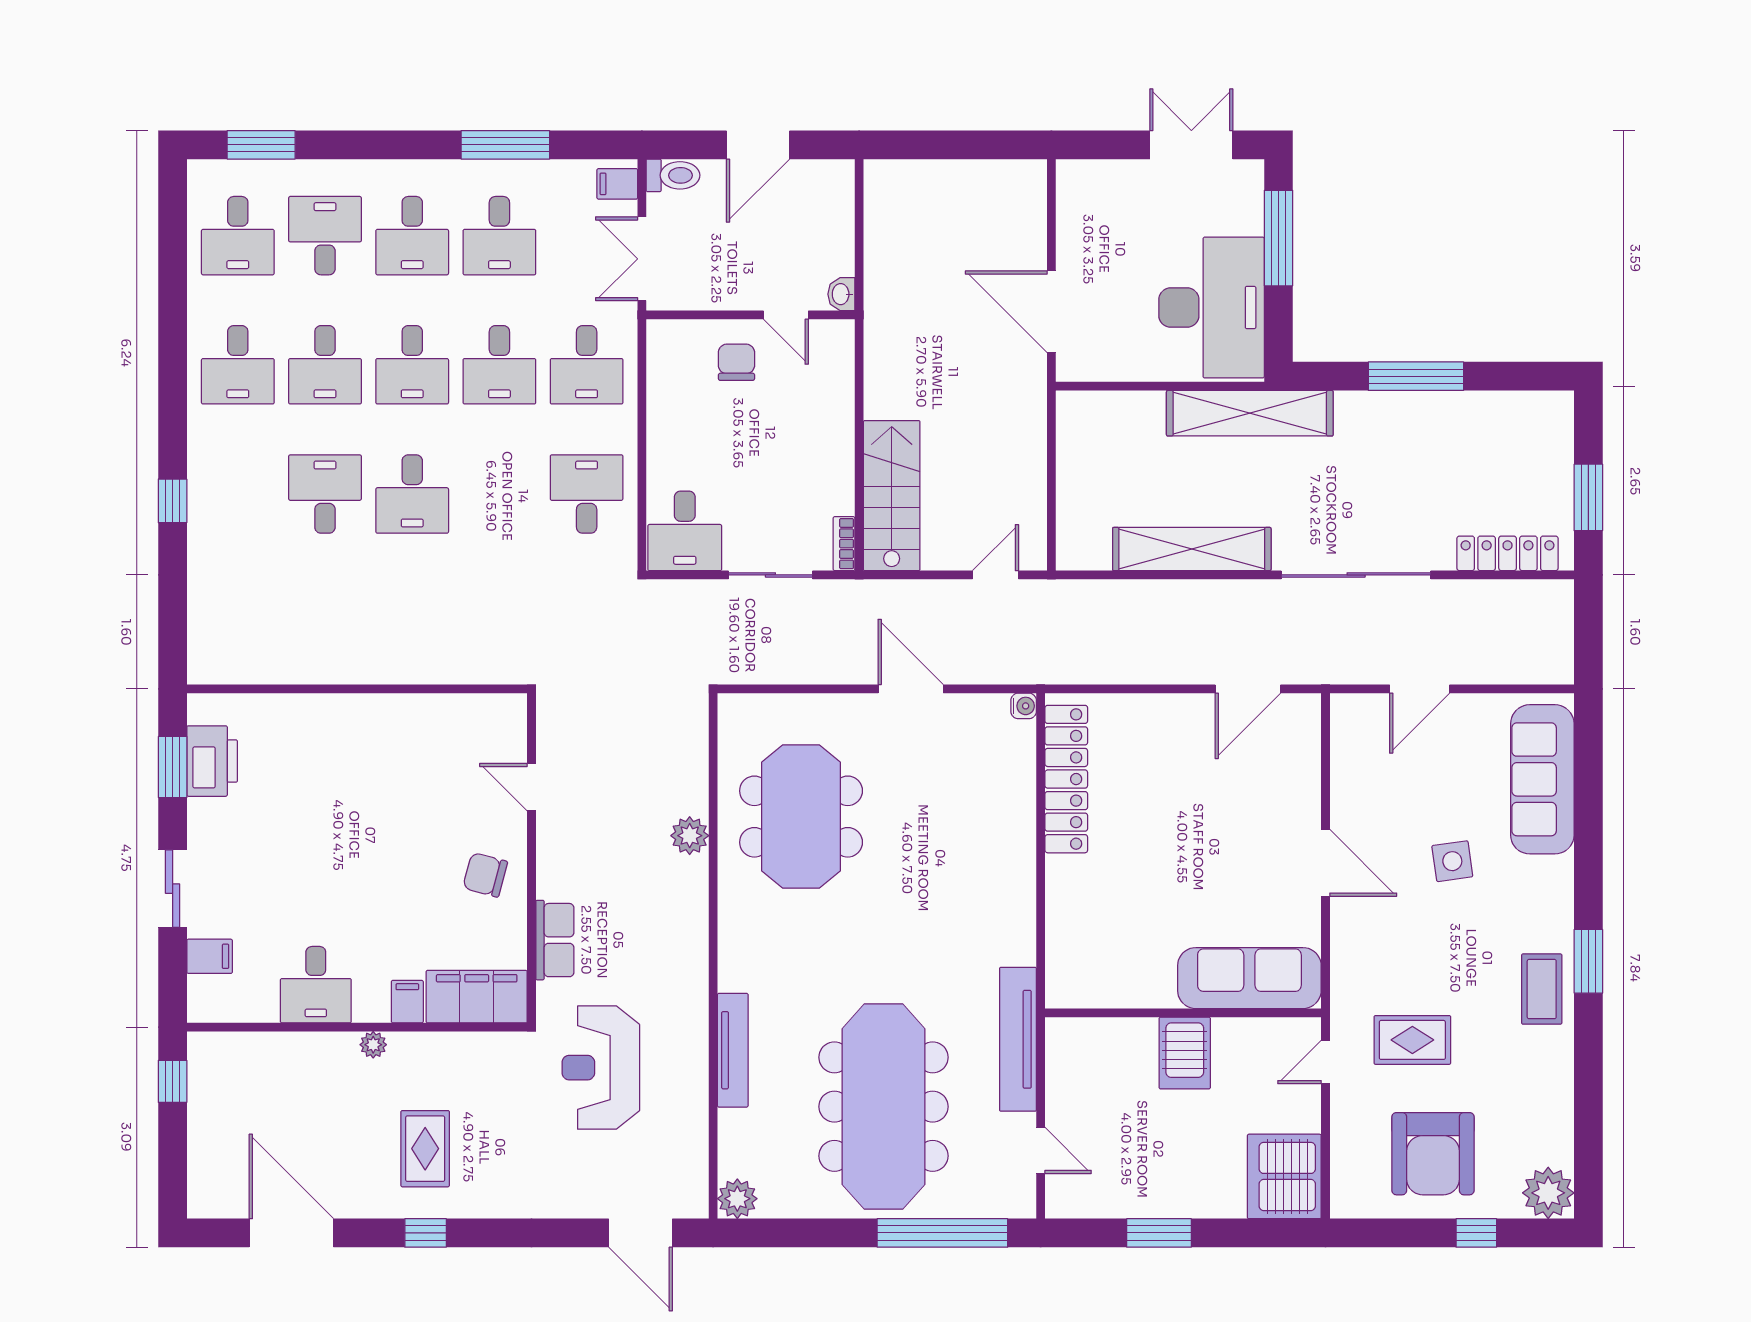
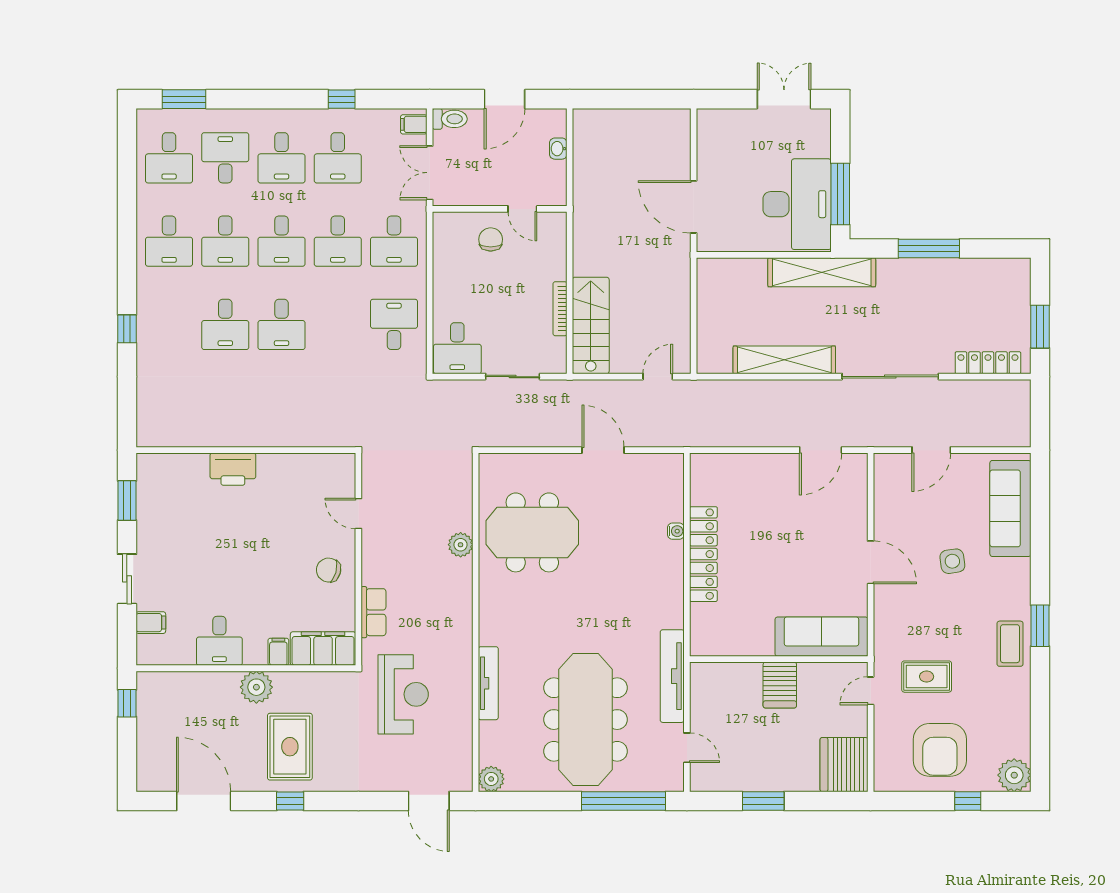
window: (505, 145) -> (342, 99), width x0.46
window: (1279, 238) -> (840, 194), moved
washbasin: (841, 294) -> (558, 149), moved
desk: (325, 494) -> (225, 324), turned 180
bookcase: (844, 544) -> (560, 309), moved, width x1.56
water cooler: (1024, 706) -> (676, 531), moved
printer: (212, 761) -> (233, 469), moved, turned 90
locker: (1066, 779) -> (703, 554), moved
meeting table: (801, 817) -> (532, 532), turned 90
plant: (373, 1045) -> (256, 687), width x1.87, depth x1.87
reception desk: (601, 1068) -> (403, 694), turned 180
rug: (425, 1149) -> (290, 747), width x1.36, depth x1.43

